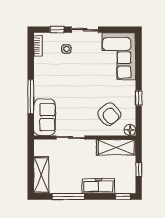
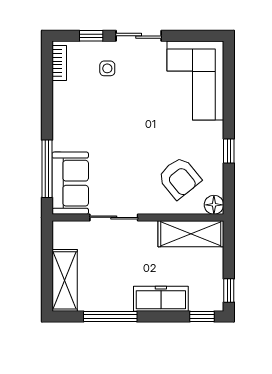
window: (31, 97) -> (47, 169), moved
window: (139, 170) -> (229, 291), moved

